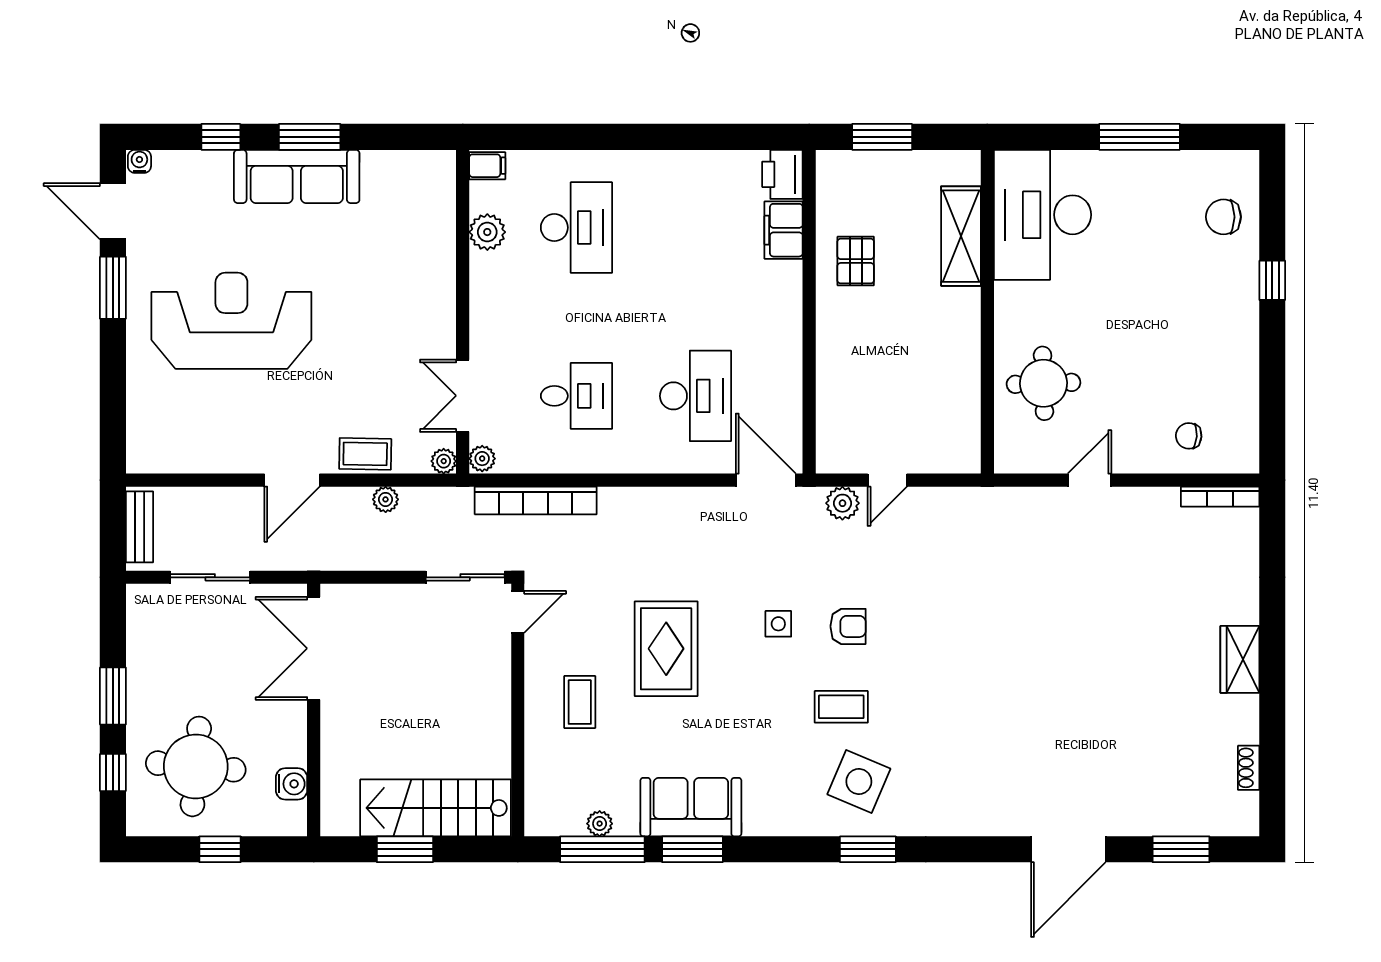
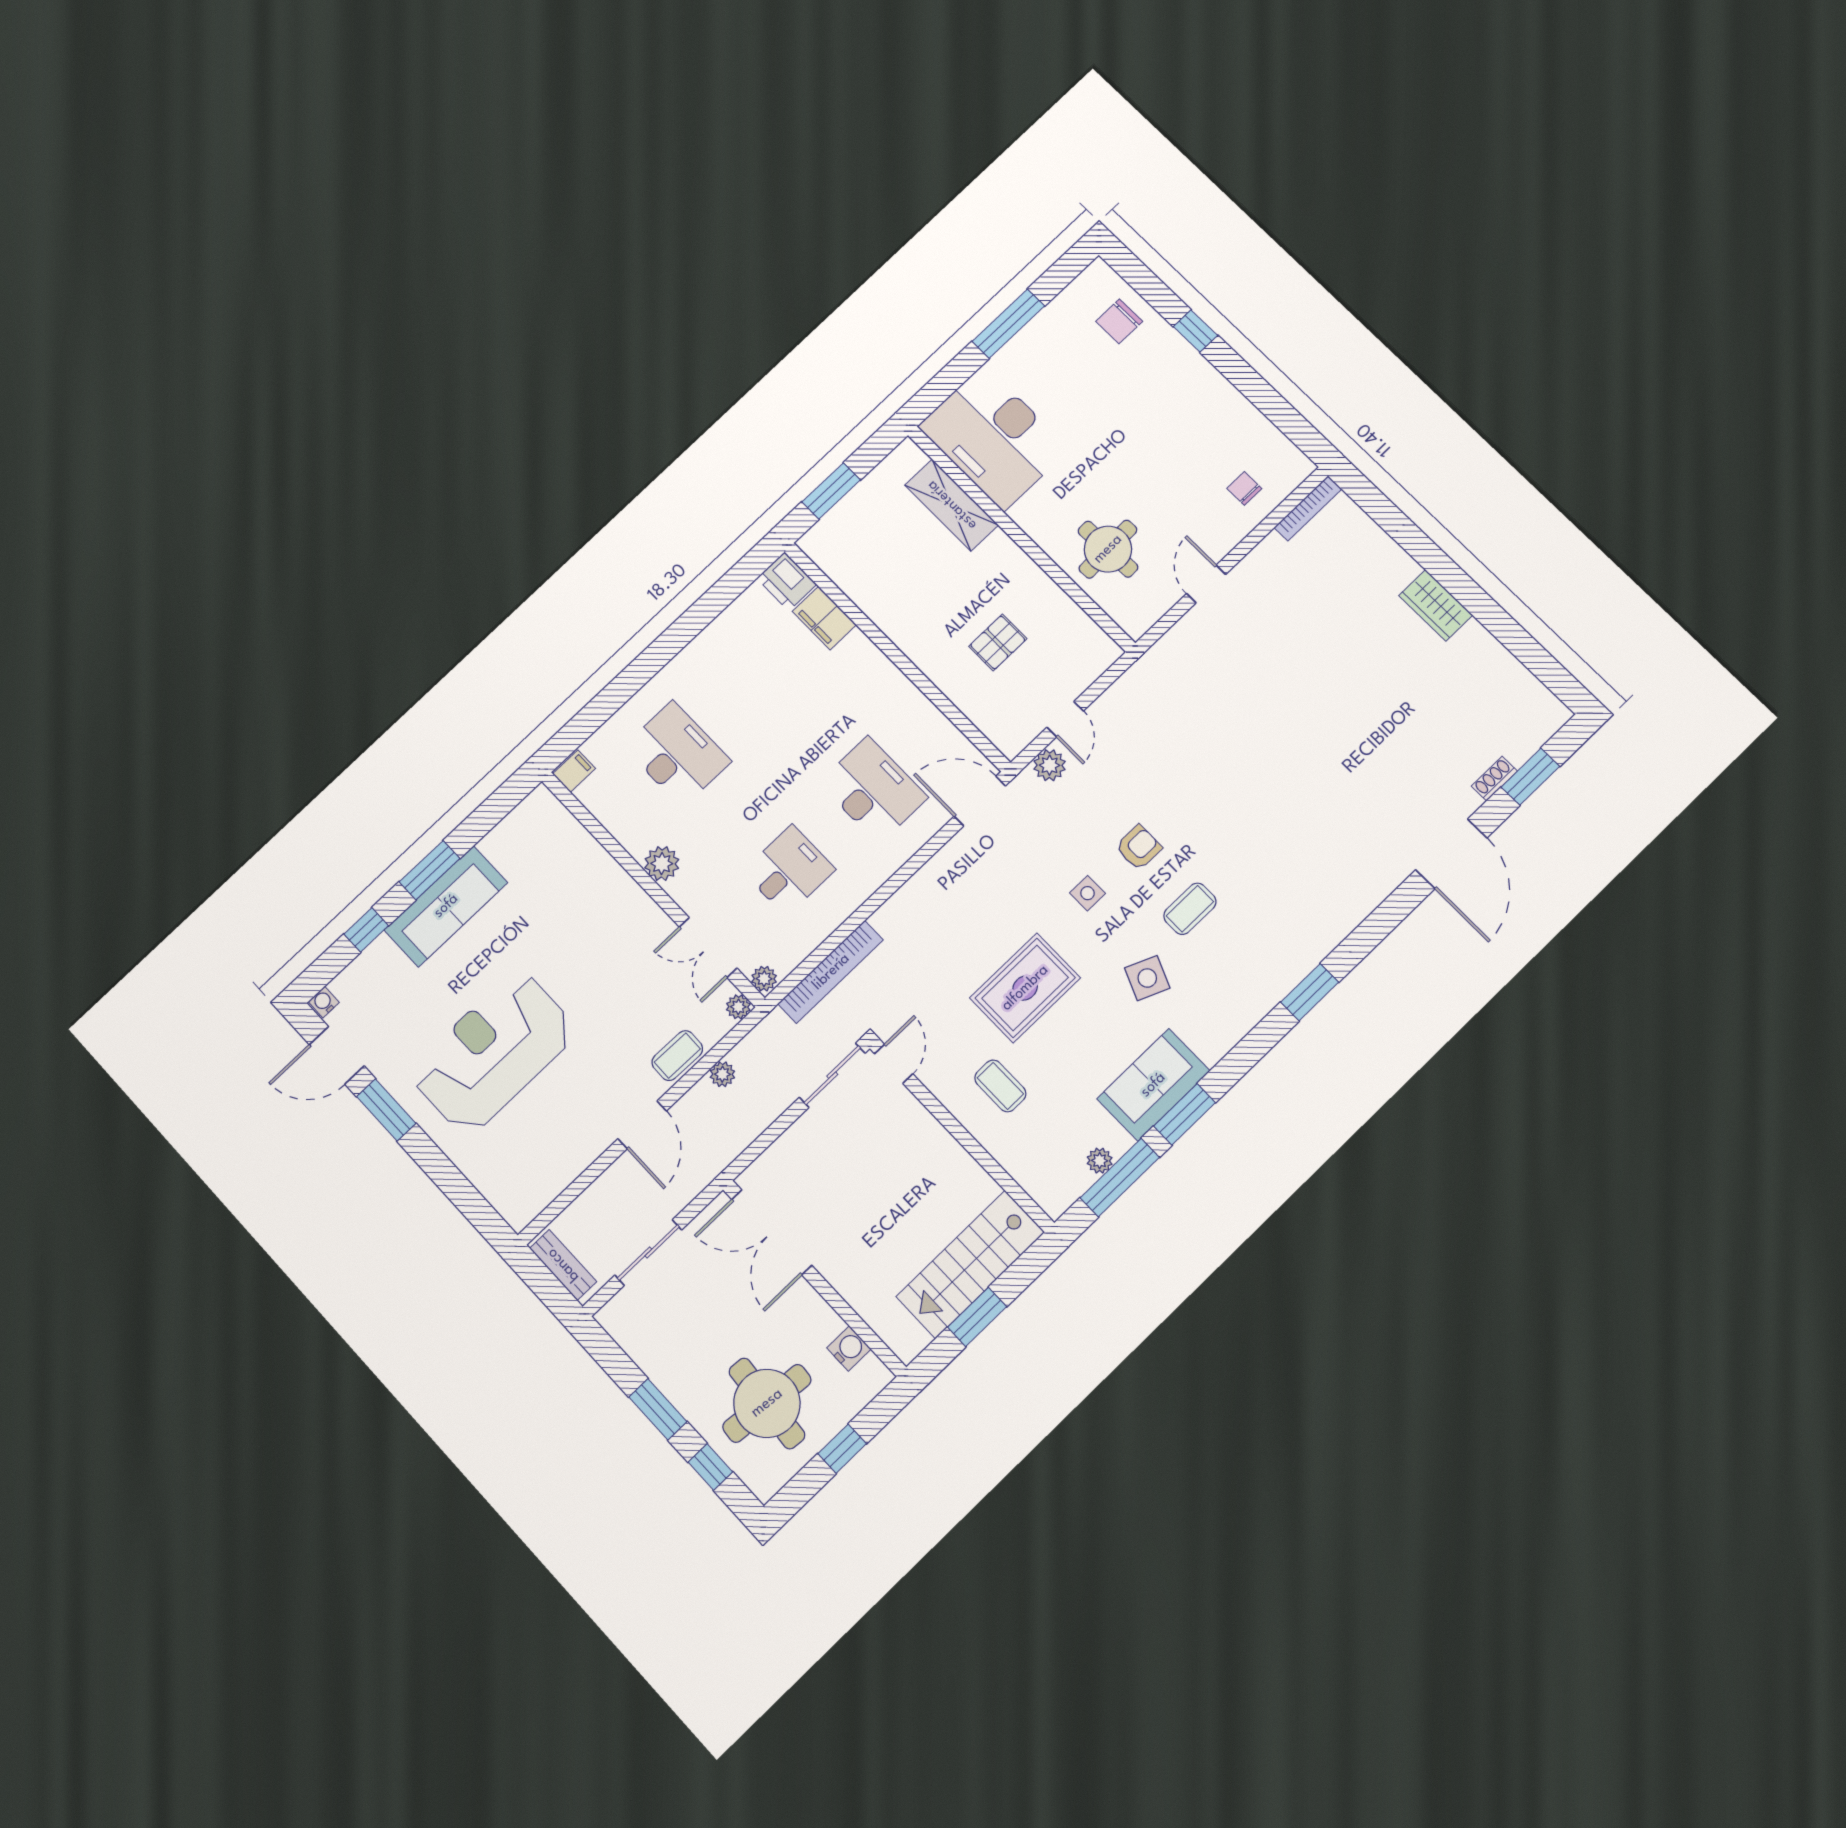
plant: (487, 232) -> (662, 864), moved
pallet: (856, 261) -> (998, 642), moved, turned 90
chair: (1189, 436) -> (1244, 488), turned 86
rug: (666, 649) -> (1025, 988), turned 90
shoe rack: (1249, 768) -> (1494, 779), moved, turned 90
side table: (859, 782) -> (1147, 978), moved, width x0.73, depth x0.73

